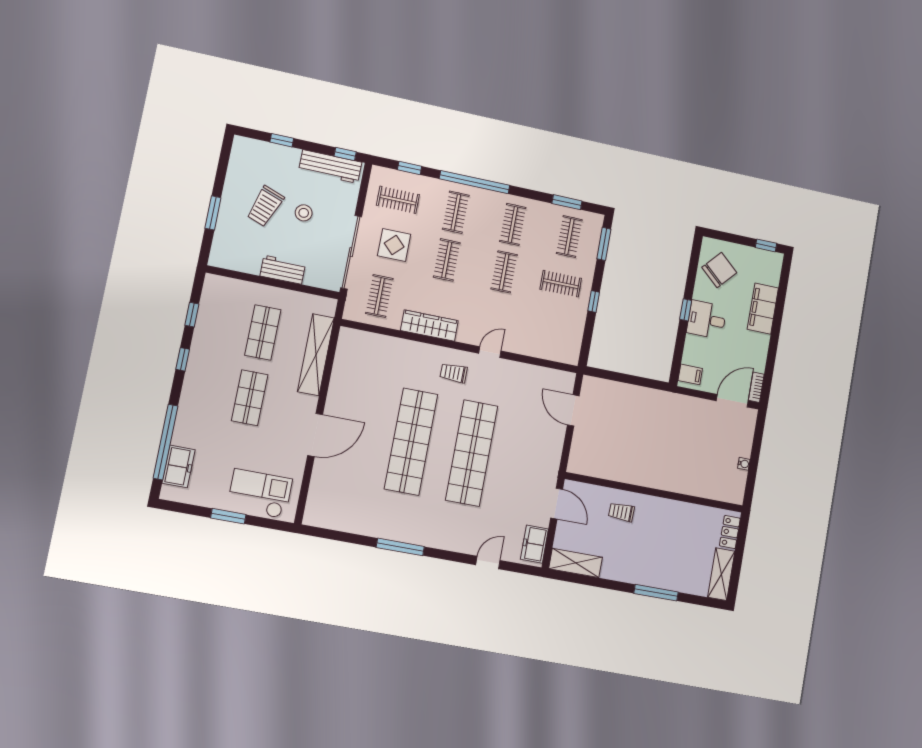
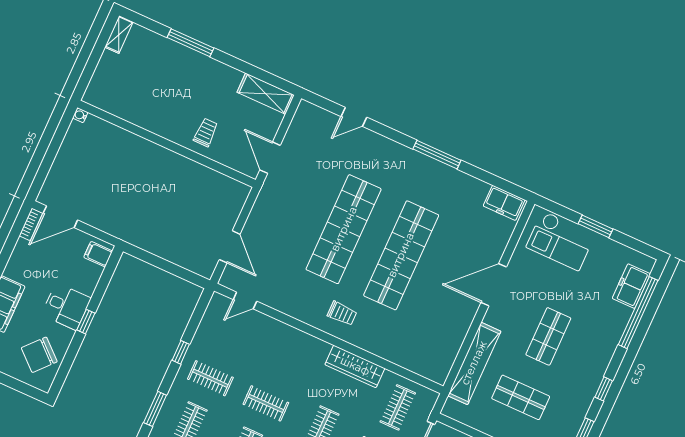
clothes rail: (504, 272) -> (266, 403), turned 90
shop shelf: (263, 332) -> (521, 397), turned 90
door: (490, 352) -> (245, 300), moved
water cooler: (744, 464) -> (80, 115), moved
trolley: (621, 512) -> (206, 132), turned -91
locker: (730, 532) -> (98, 84), removed
freezer: (534, 544) -> (504, 203), moved, turned 90
shelving: (721, 574) -> (119, 34), width x0.67, depth x0.75

